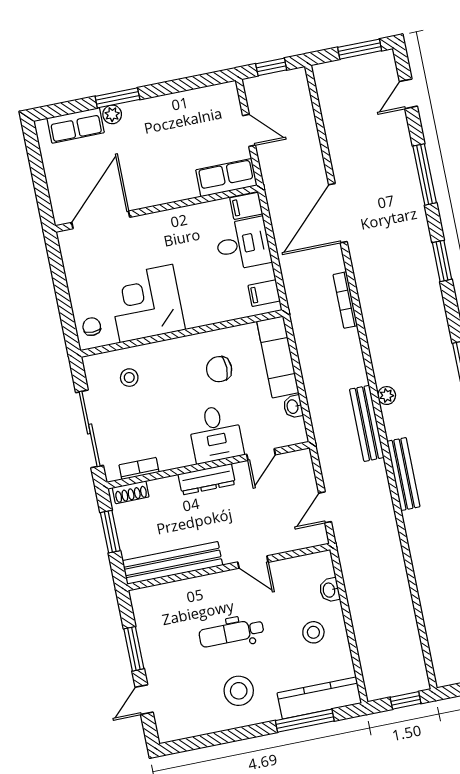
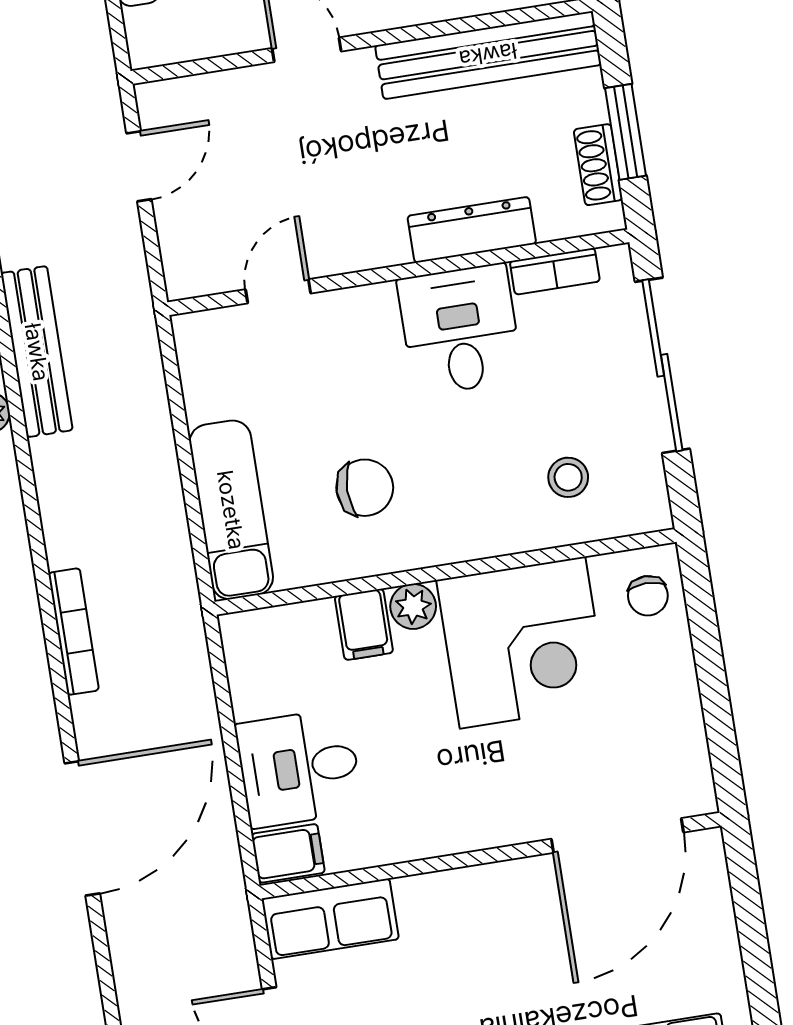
filing cabinet: (264, 293) -> (364, 624), moved, turned 90
plant: (195, 318) -> (413, 606), added
washbasin: (293, 407) -> (202, 396), removed
desk: (216, 434) -> (460, 330), moved
dresser: (207, 479) -> (472, 230), moved
shoe rack: (131, 492) -> (598, 165), moved, turned -90

